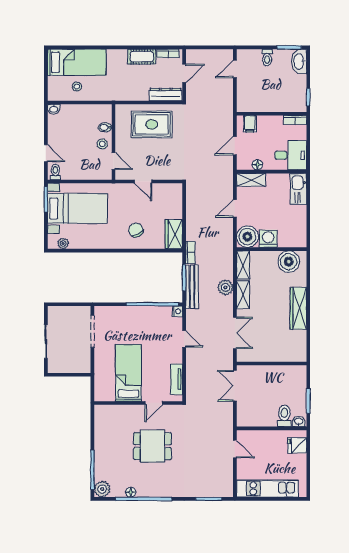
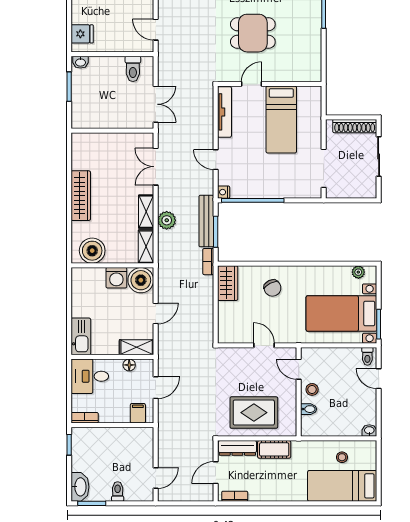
cot: (142, 57) -> (274, 449), moved
shoe rack: (66, 367) -> (355, 126), added
tv unit: (177, 379) -> (224, 112), width x1.41
toilet: (284, 416) -> (133, 69), moved

